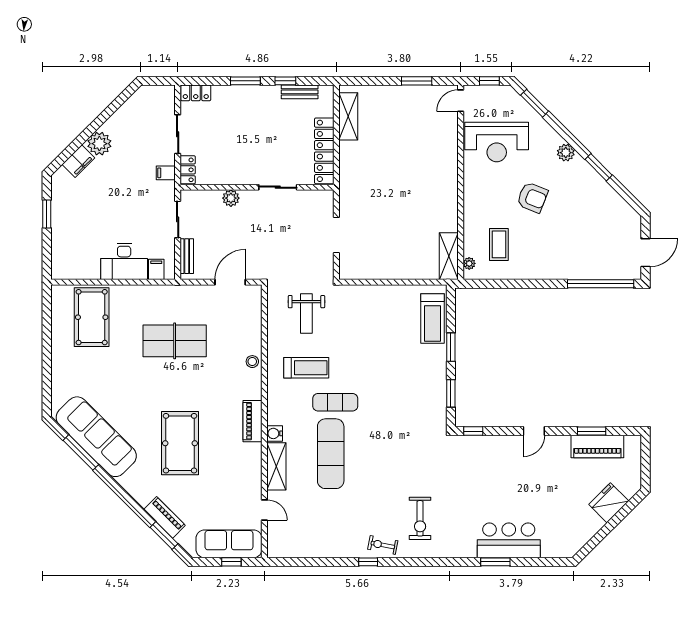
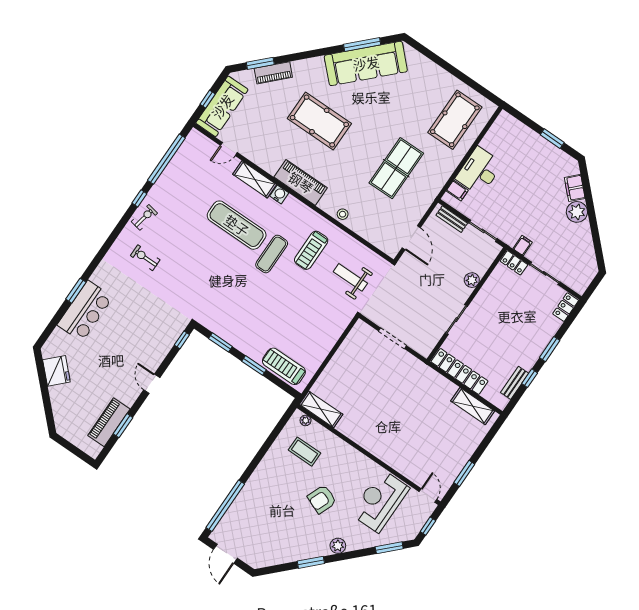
pool table: (92, 317) -> (455, 120), turned 90
piano: (253, 421) -> (301, 182), width x1.37, depth x1.33
fridge: (609, 503) -> (56, 371), moved
exercise bike: (420, 518) -> (145, 258), width x0.73, depth x0.72
window: (314, 562) -> (166, 159), added

